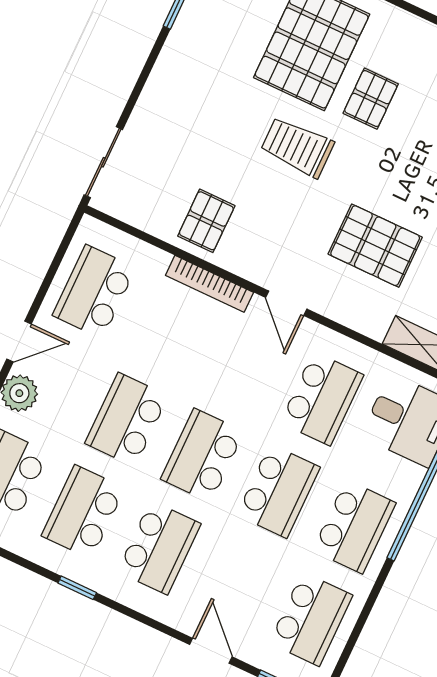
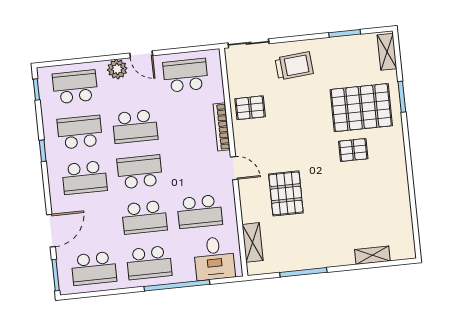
trolley: (297, 147) -> (294, 66), moved, turned 85
door: (286, 303) -> (234, 168), swing flipped
school desk: (127, 420) -> (135, 126), turned 180
door: (211, 651) -> (51, 231), width x1.38

